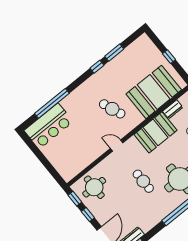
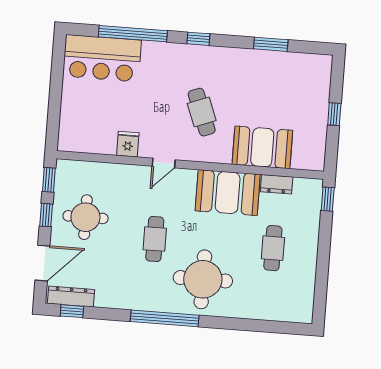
window: (97, 67) -> (198, 39), moved
booth: (154, 92) -> (262, 147), width x0.73, depth x0.70
door: (117, 146) -> (164, 163), swing flipped
fridge: (94, 152) -> (128, 144), added
round table: (94, 187) -> (85, 217), moved

